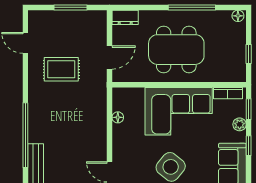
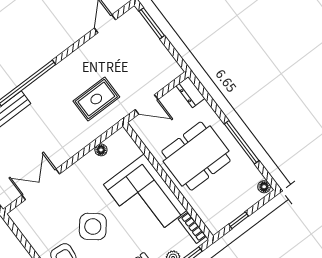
window: (71, 7) -> (152, 23), moved
dining table: (176, 50) -> (196, 156), turned 90
rug: (61, 69) -> (96, 99), moved, turned 90

